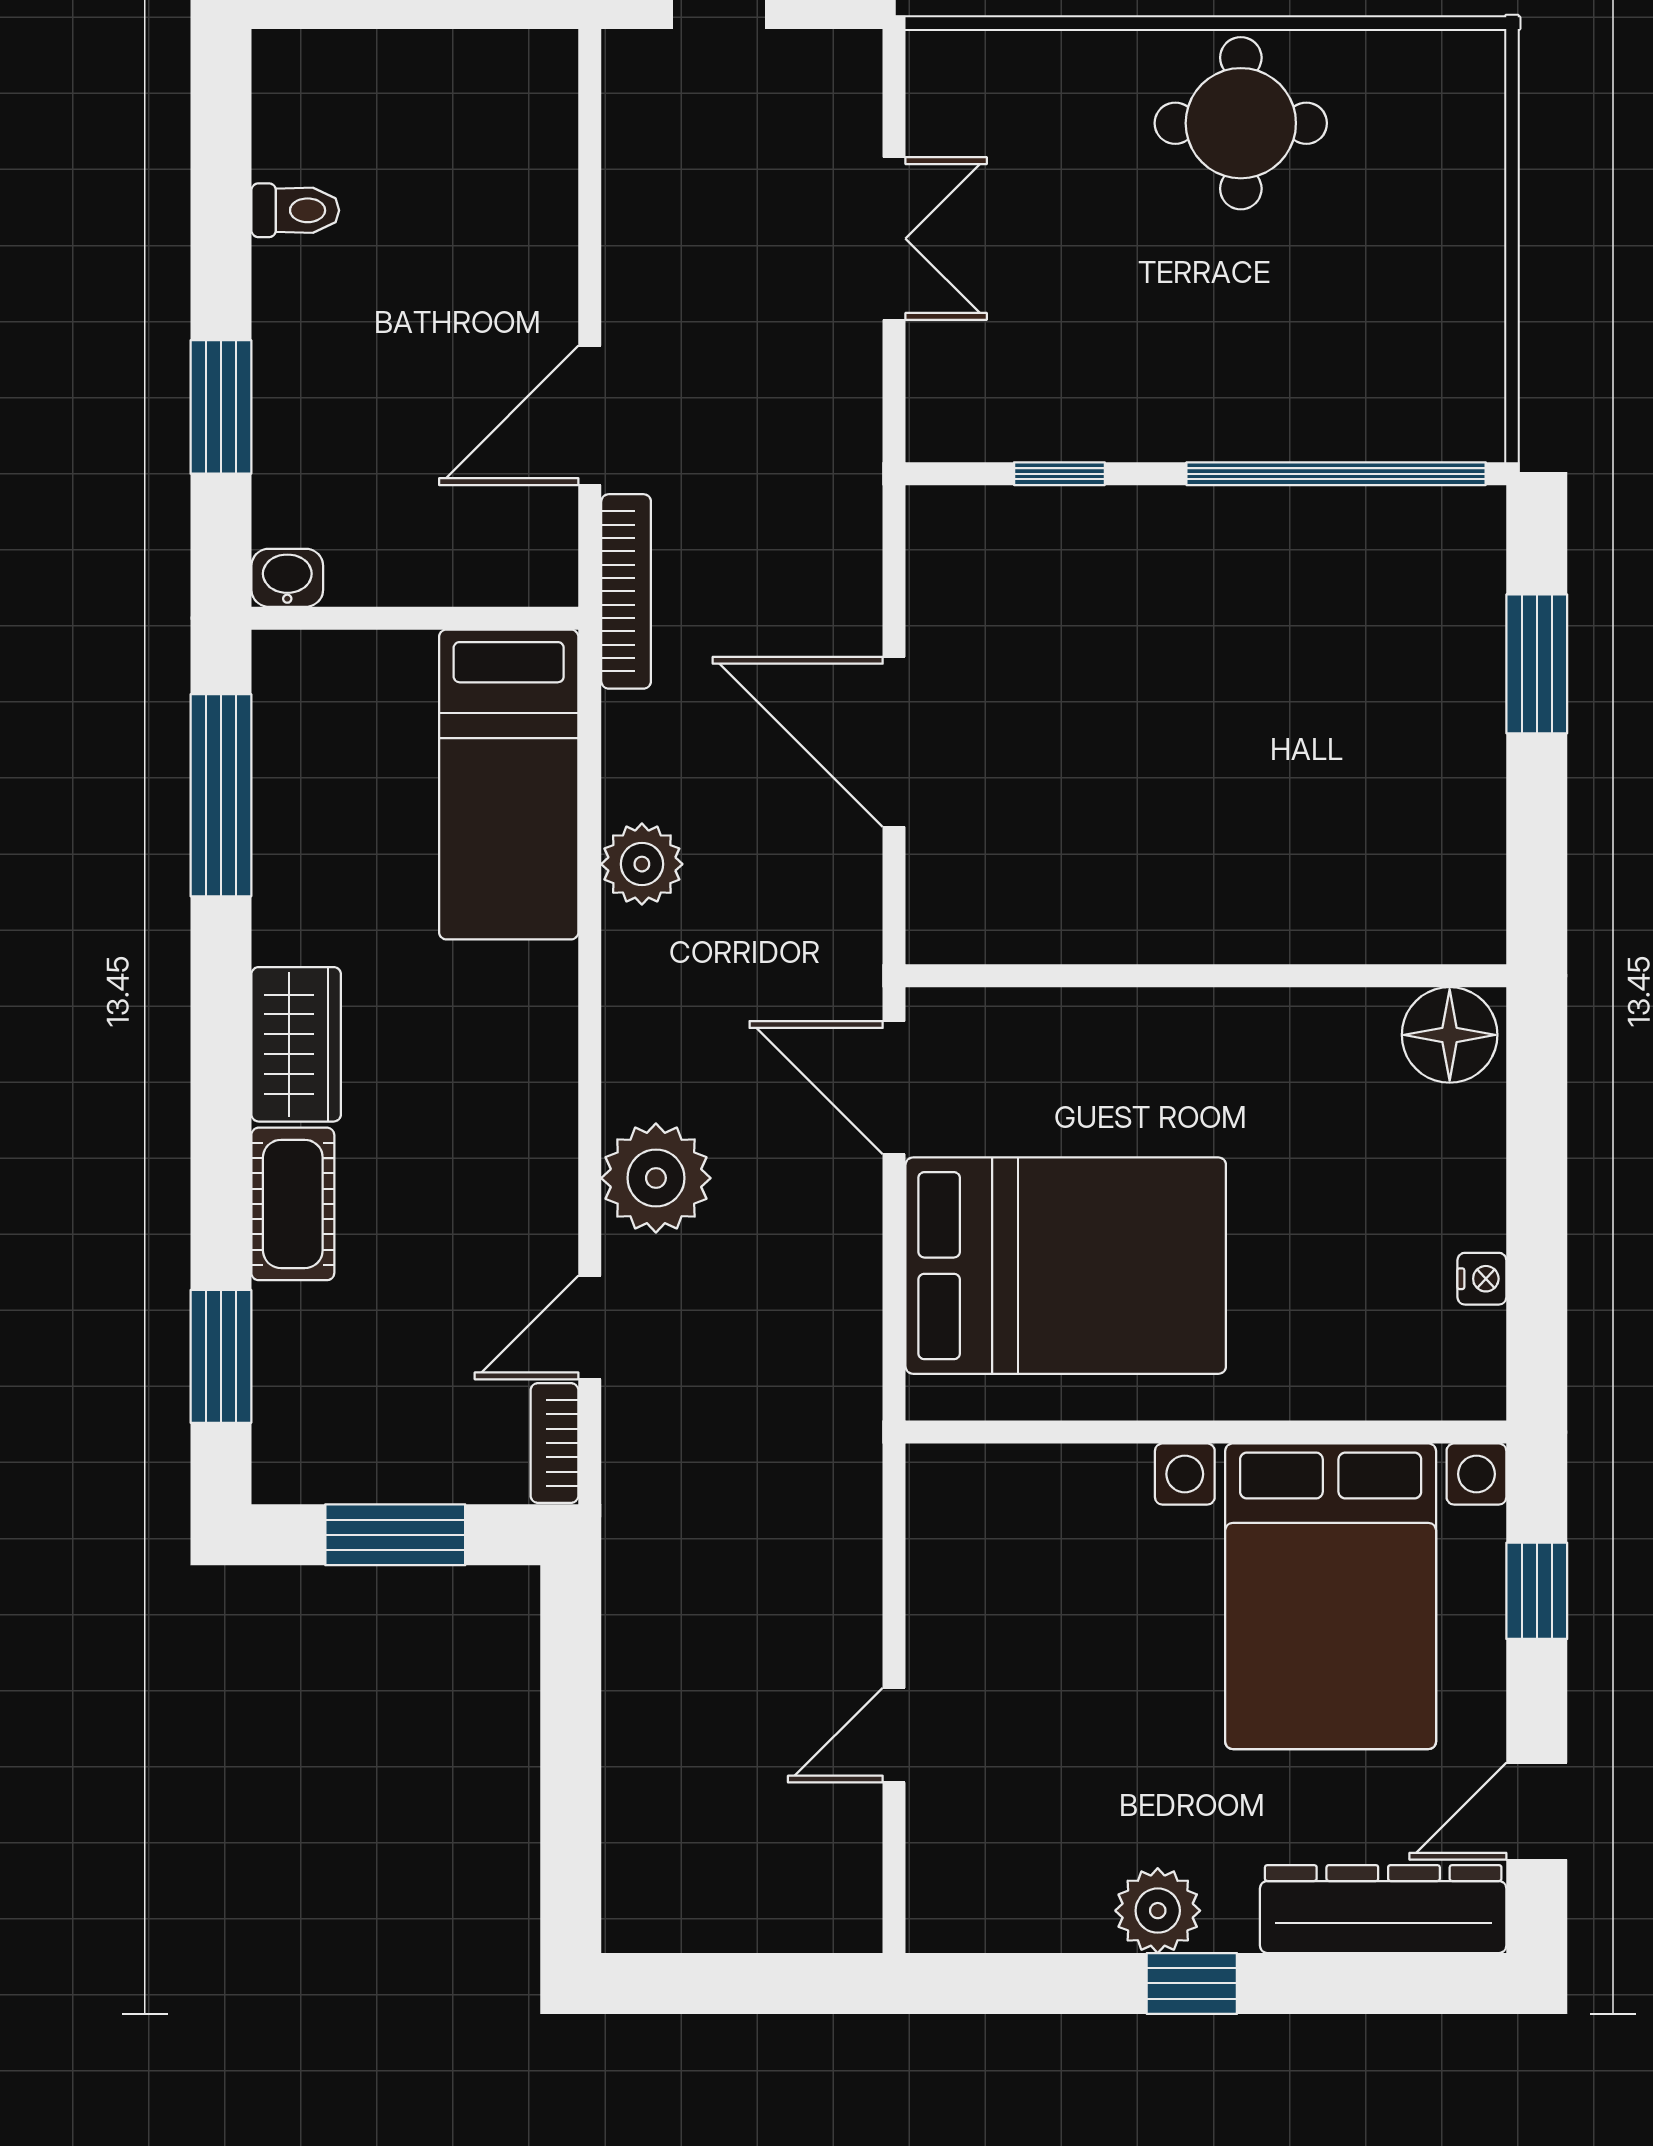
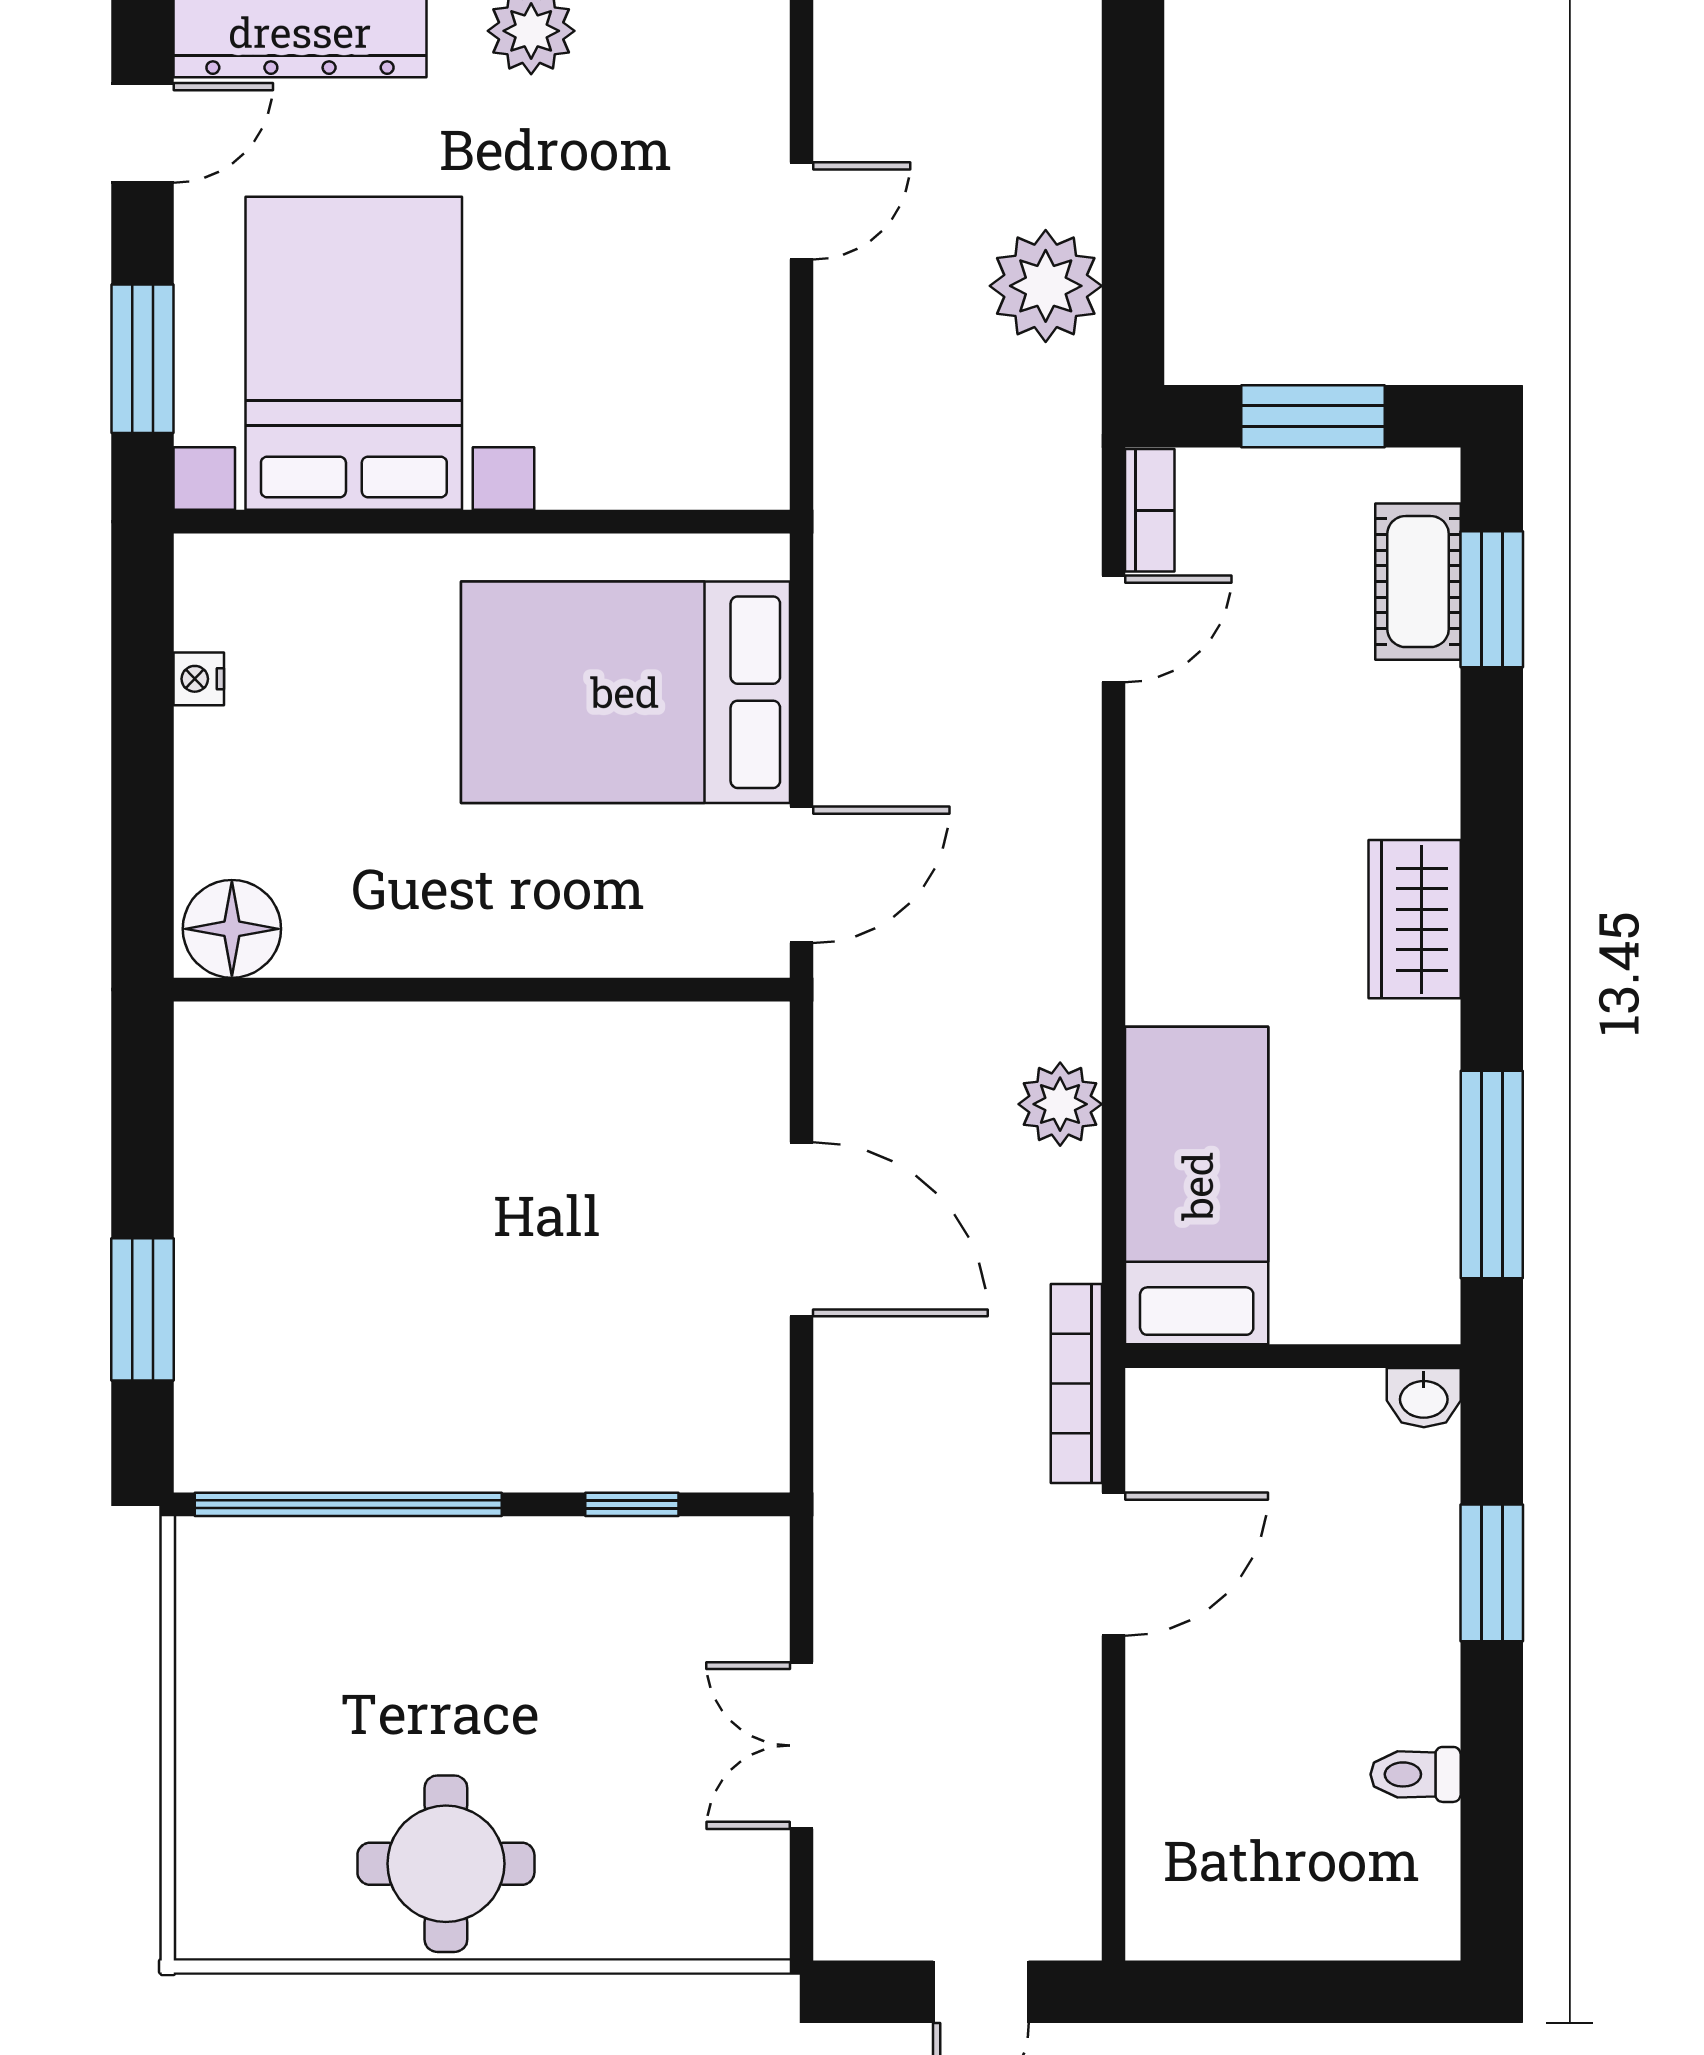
door: (894, 1088) -> (802, 875), hinge flipped
plant: (656, 1178) -> (1046, 286), moved
cot: (293, 1204) -> (1418, 582), moved
window: (1537, 1591) -> (142, 359), width x1.50

